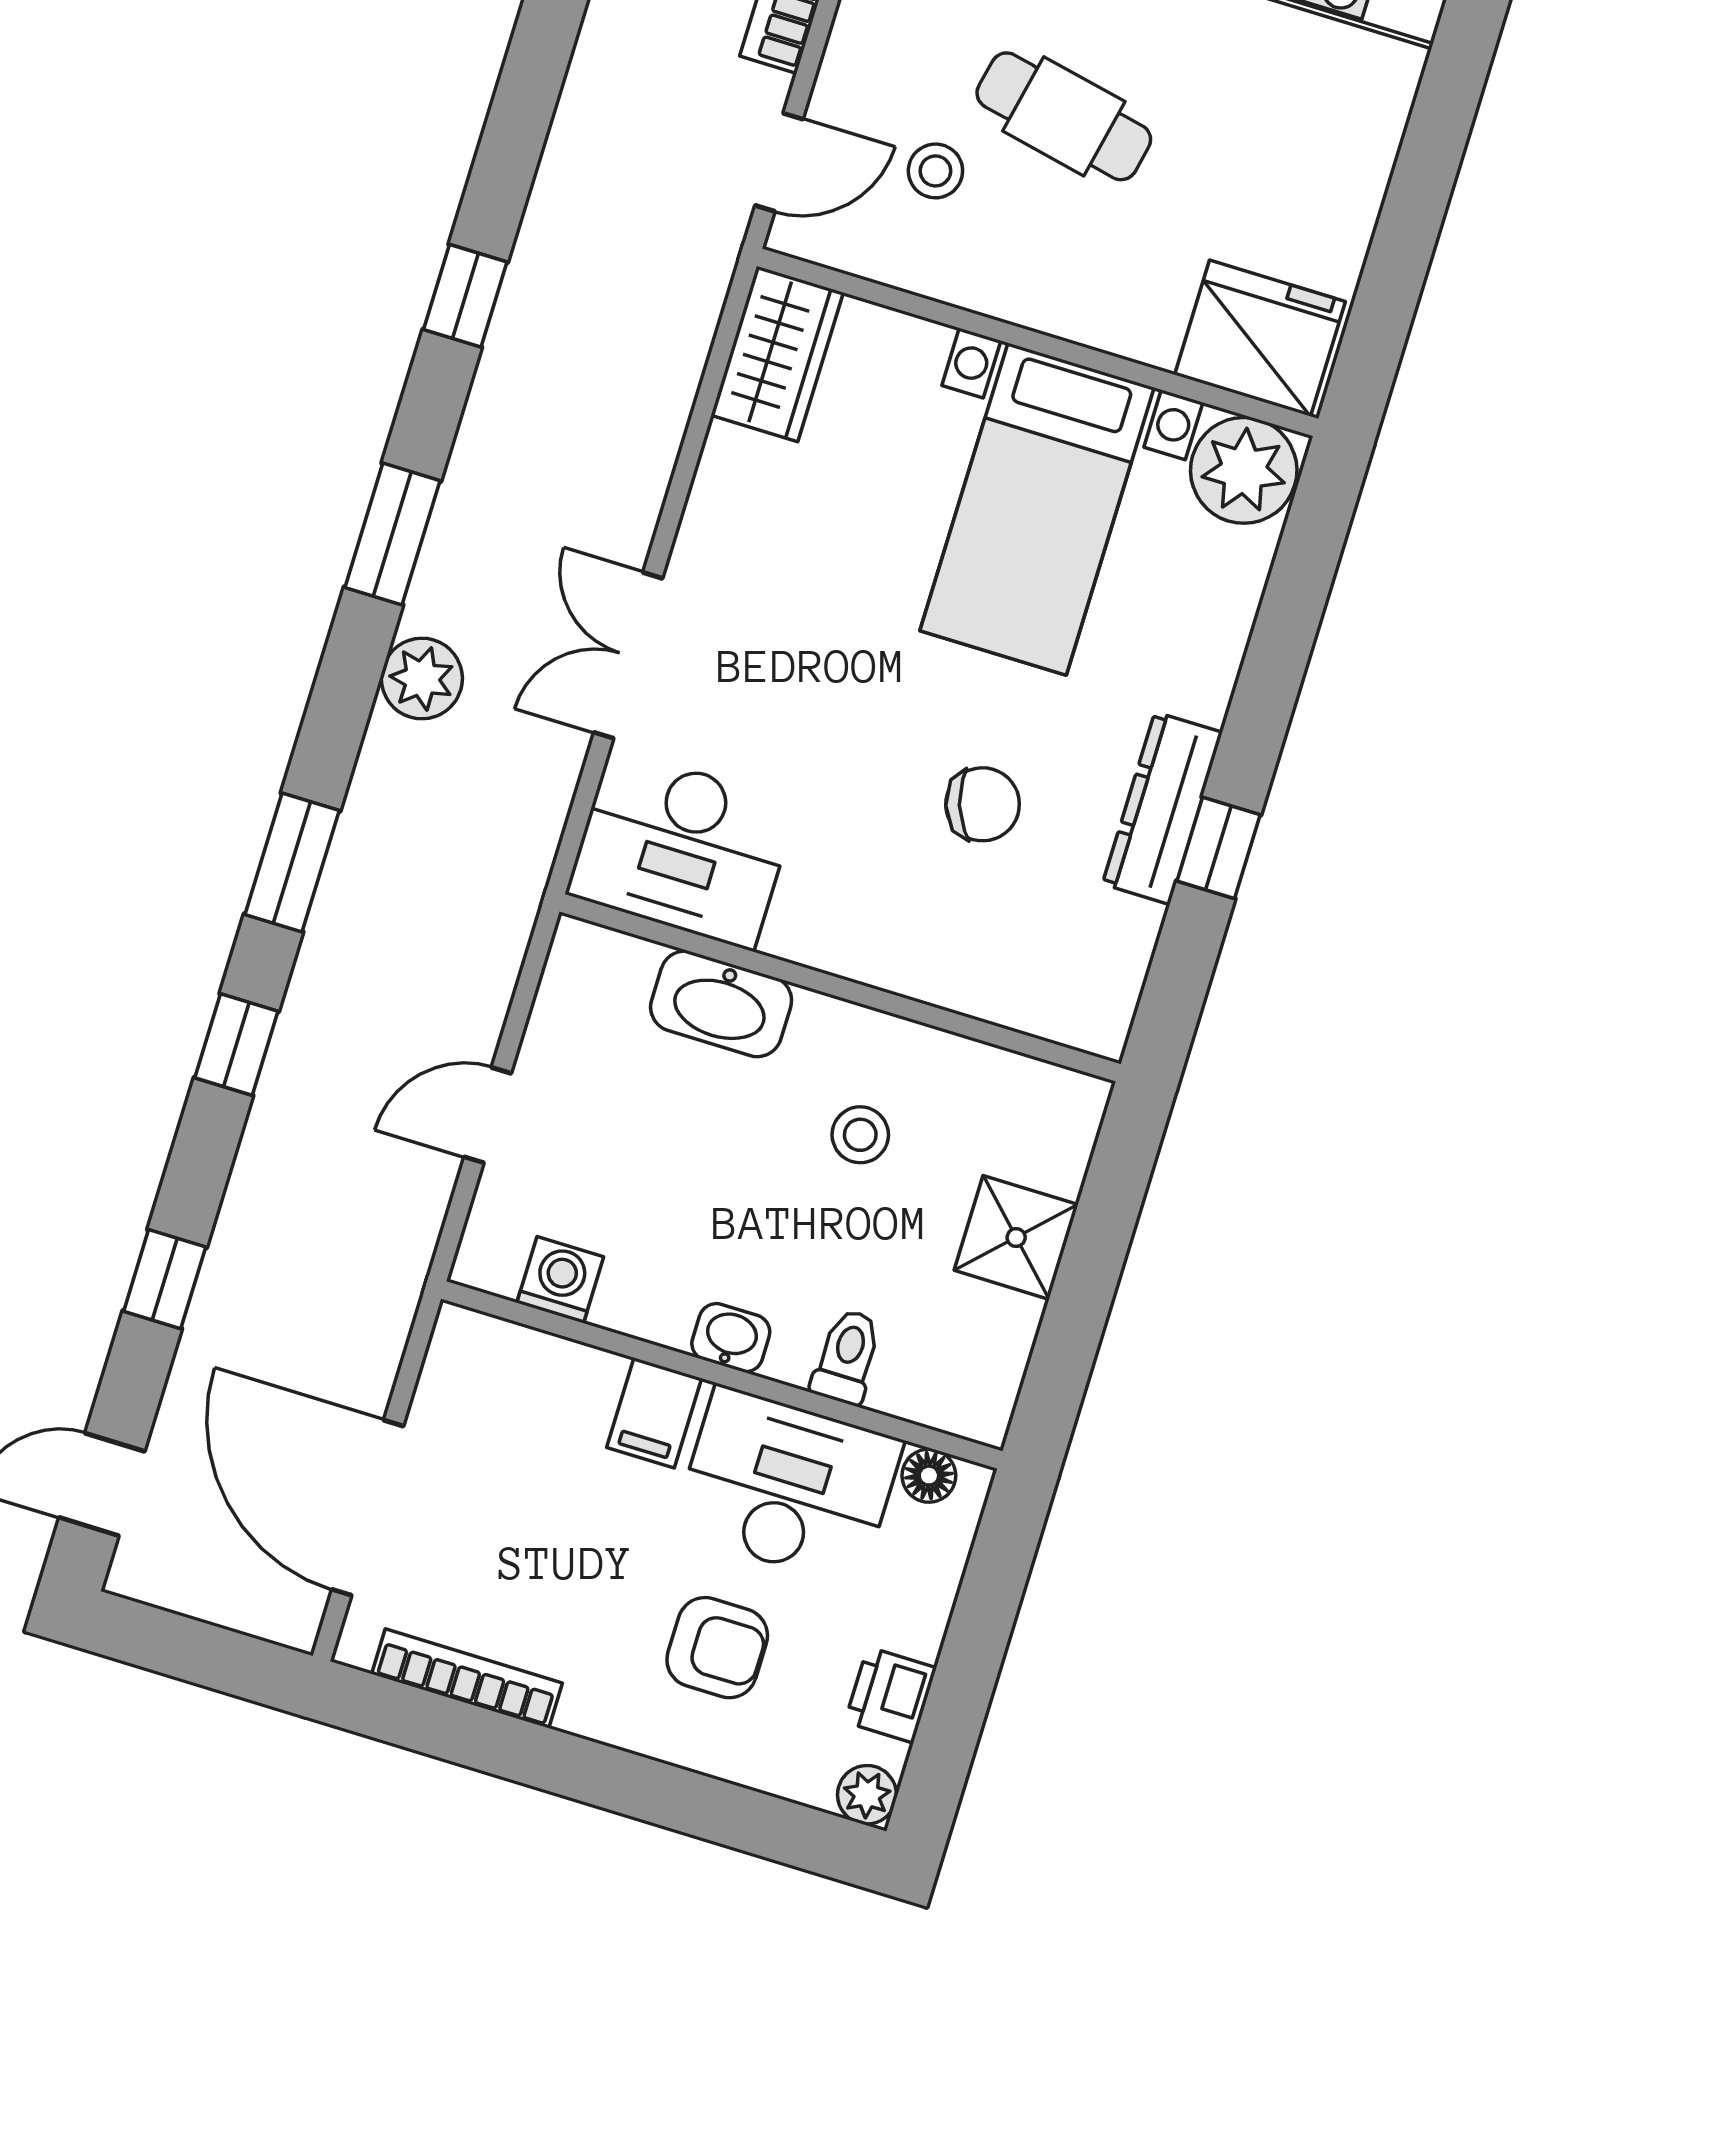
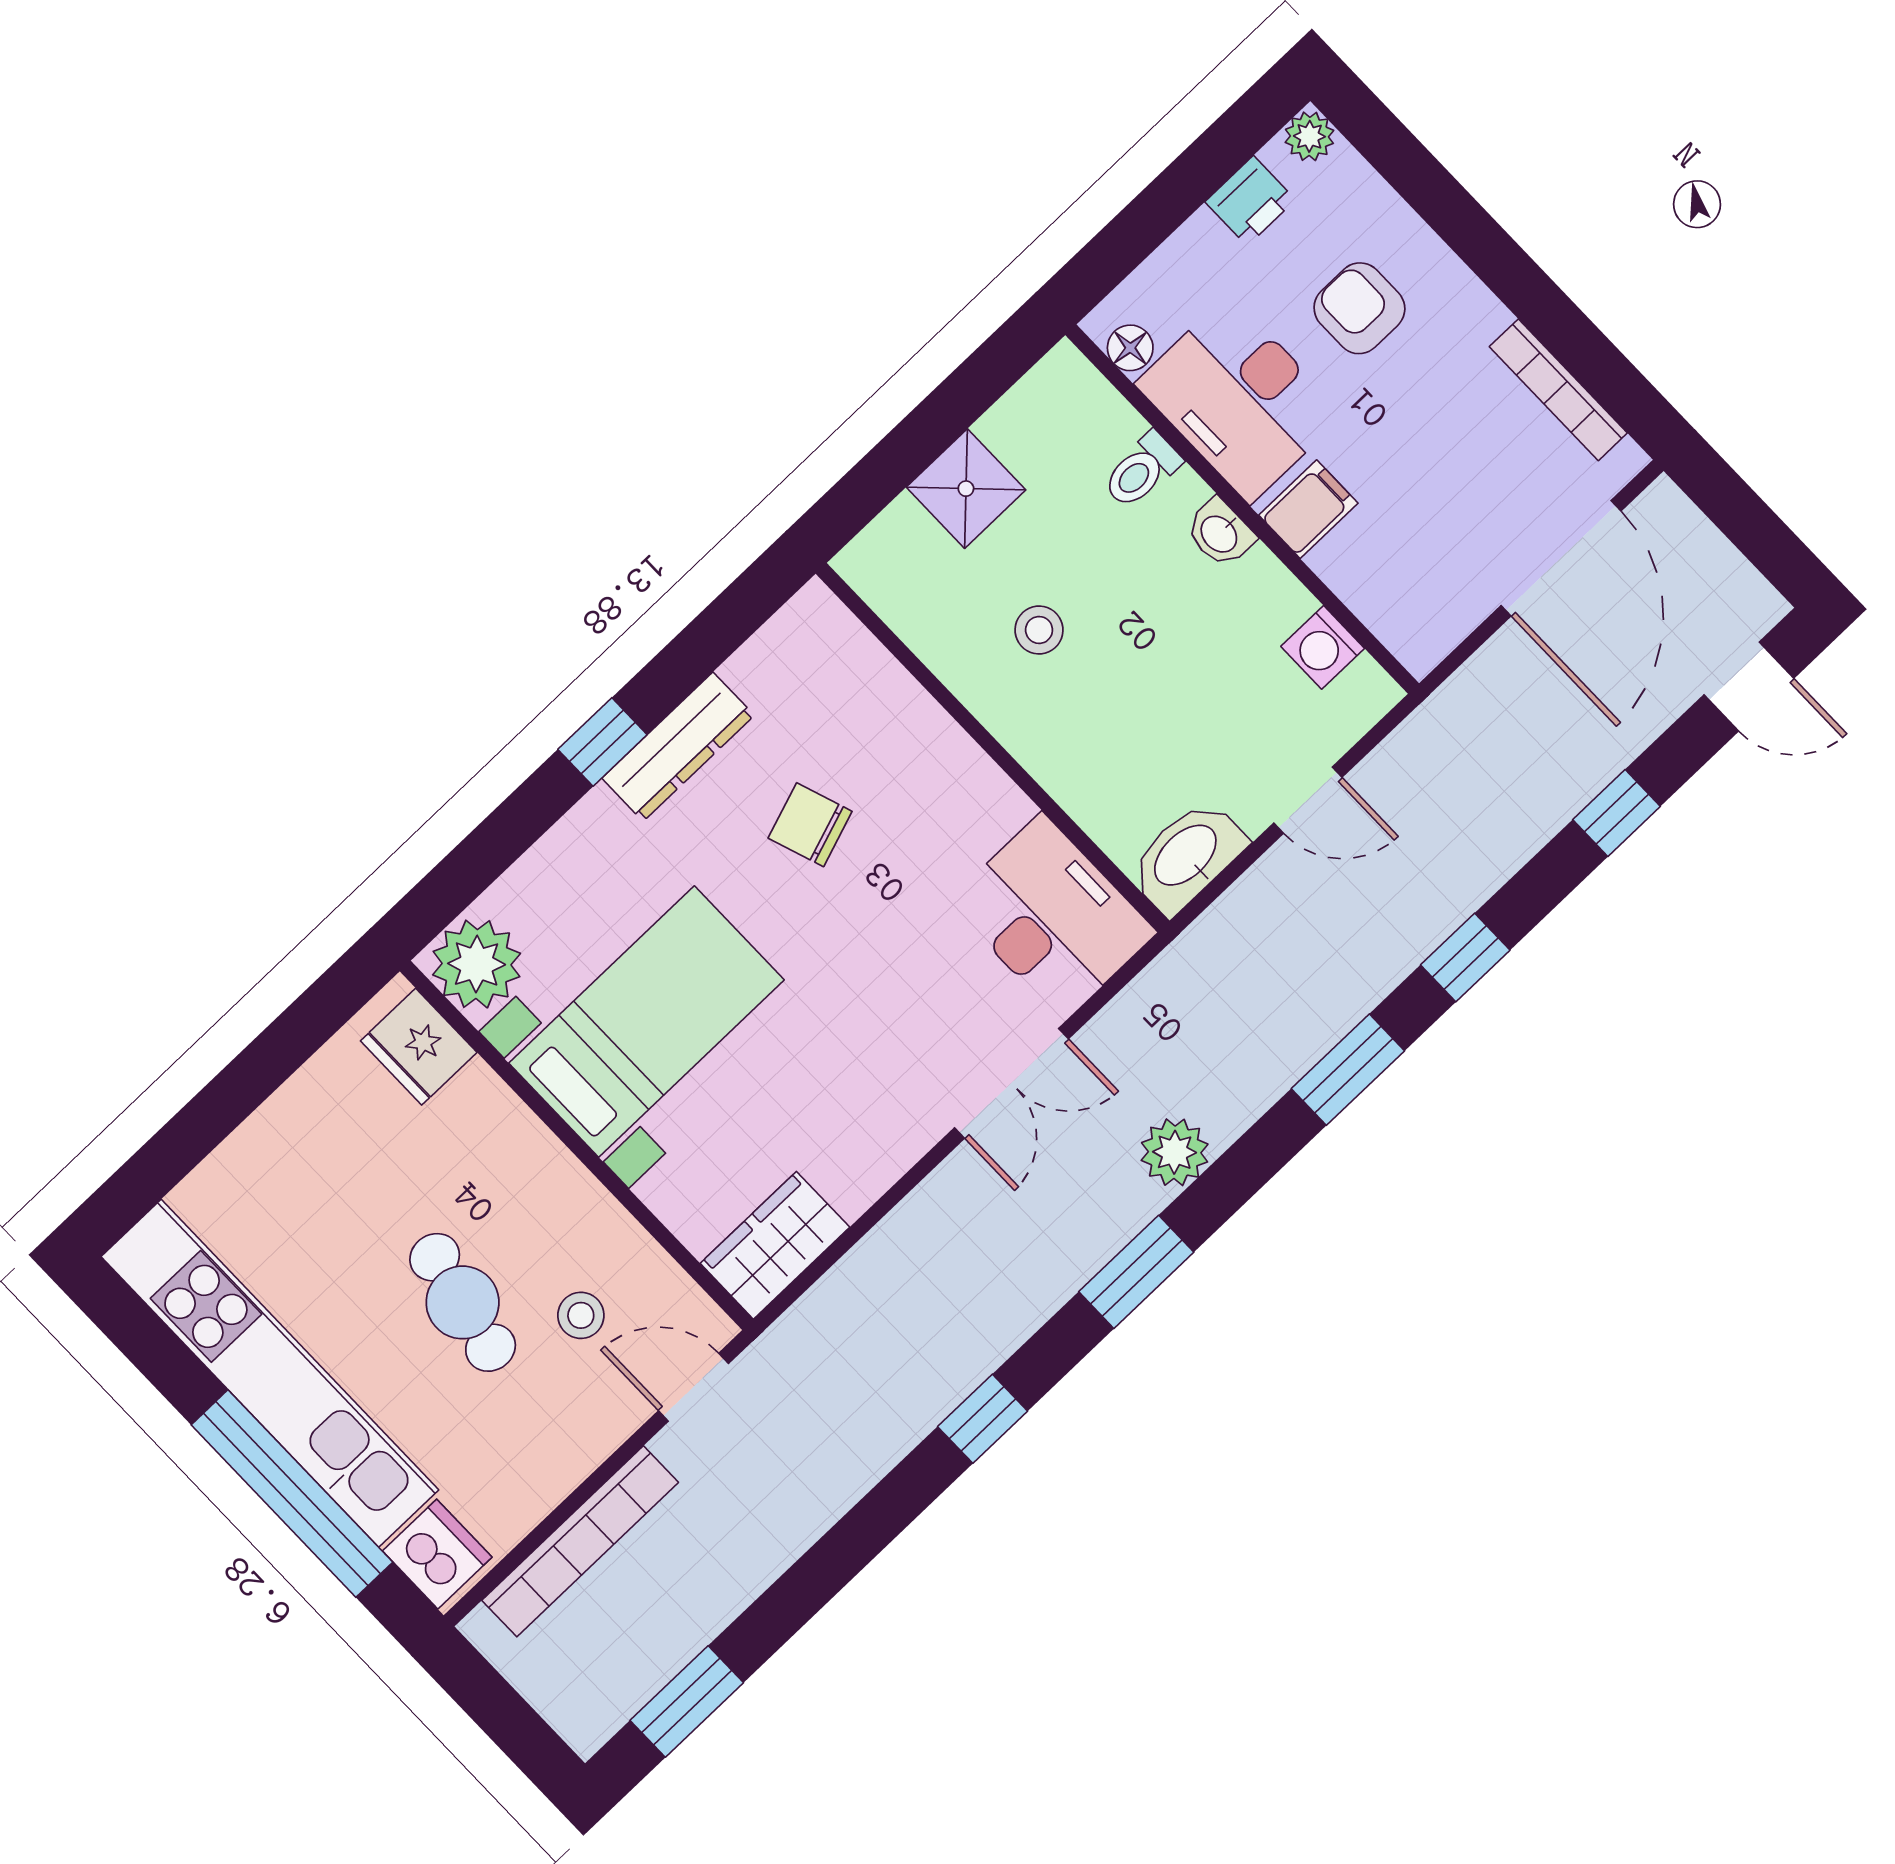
fridge: (1260, 338) -> (419, 1047), width x0.73, depth x0.75
window: (1219, 848) -> (602, 742), moved
washbasin: (721, 1004) -> (1187, 857), moved, turned -90

